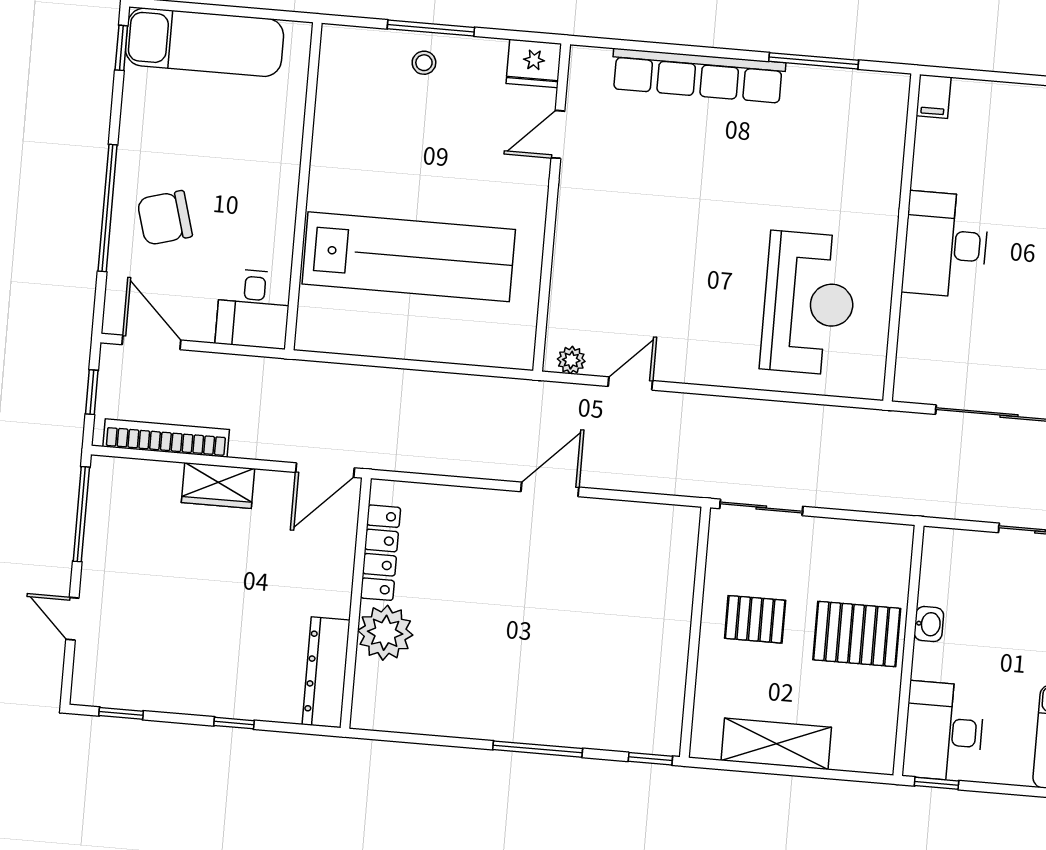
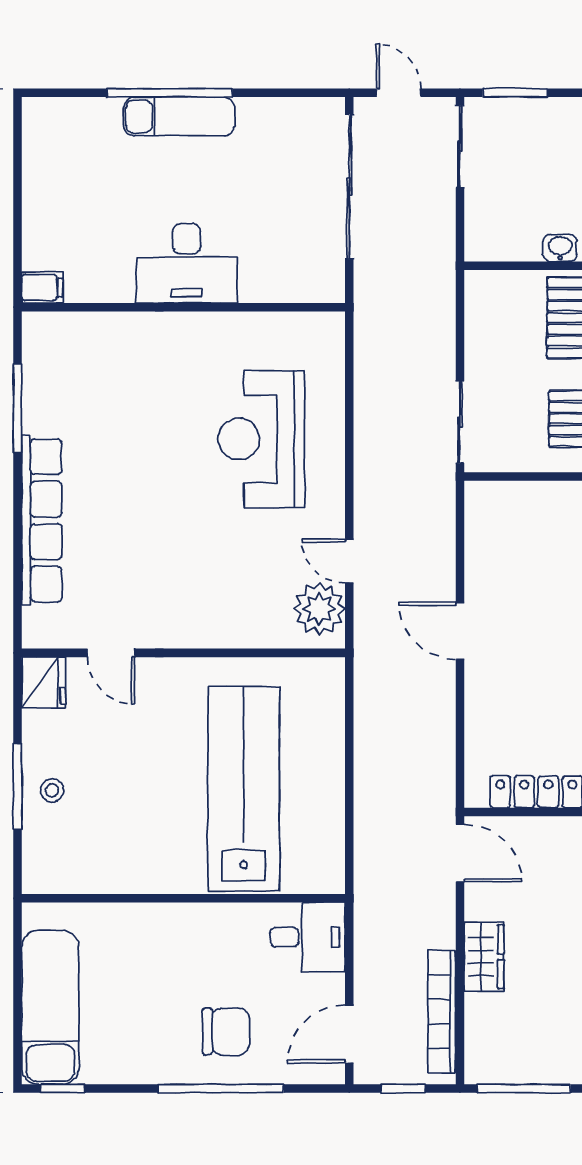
chair: (165, 218) -> (226, 1032), turned -74
reception desk: (809, 303) -> (261, 439), moved, turned -90
plant: (571, 360) -> (319, 609), width x1.88, depth x1.88

